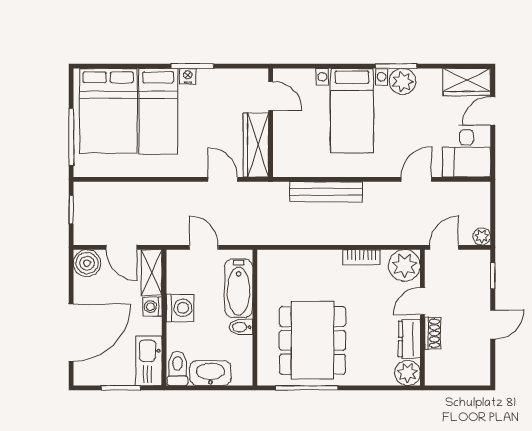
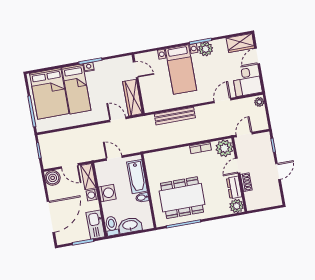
plant: (482, 236) -> (259, 102), moved
dining table: (312, 340) -> (182, 198), turned 90

